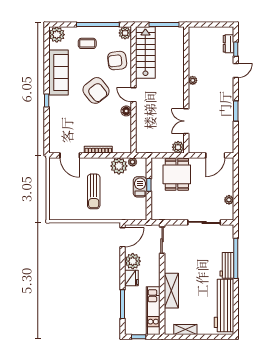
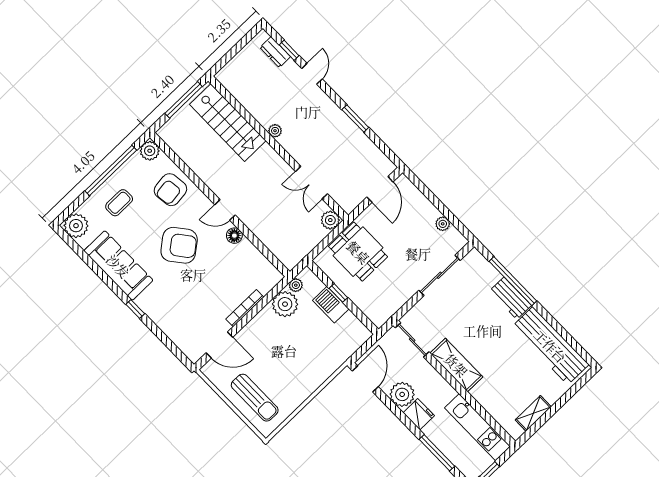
stairs: (145, 53) -> (228, 123), moved, turned 180
sun lounger: (94, 191) -> (255, 398), moved
shelving: (171, 291) -> (456, 365), moved

